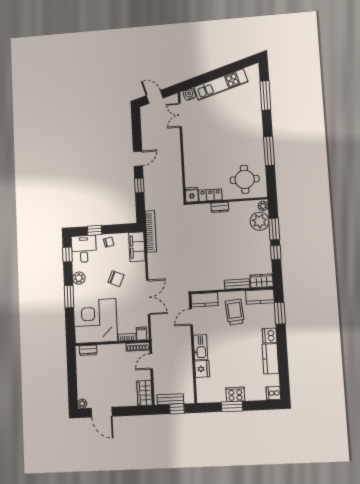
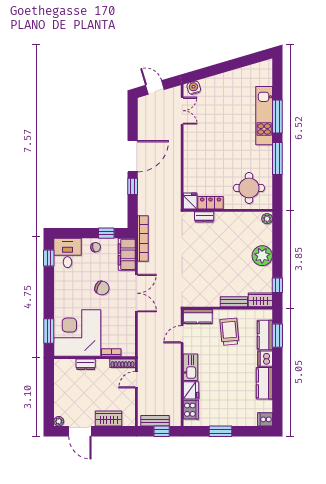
kitchen unit: (221, 84) -> (264, 116), moved, turned 106
window: (265, 95) -> (277, 116), moved
double door: (180, 115) -> (182, 111), swing flipped
door: (138, 159) -> (133, 156), width x1.88
dresser: (220, 207) -> (204, 217), moved
plant: (260, 221) -> (262, 256), moved
window: (274, 229) -> (277, 245), removed
window: (95, 230) -> (106, 233), moved
window: (276, 252) -> (277, 285), moved
plant: (79, 278) -> (61, 285), removed
window: (69, 297) -> (49, 331), moved
double door: (148, 297) -> (136, 293), moved
kitchen counter: (260, 297) -> (265, 335), moved, turned 90
filing cabinet: (142, 334) -> (127, 349), removed
dresser: (88, 350) -> (86, 364), moved
wardrobe: (145, 393) -> (109, 419), moved, turned 90
cooker: (235, 394) -> (191, 410), moved, turned 90

